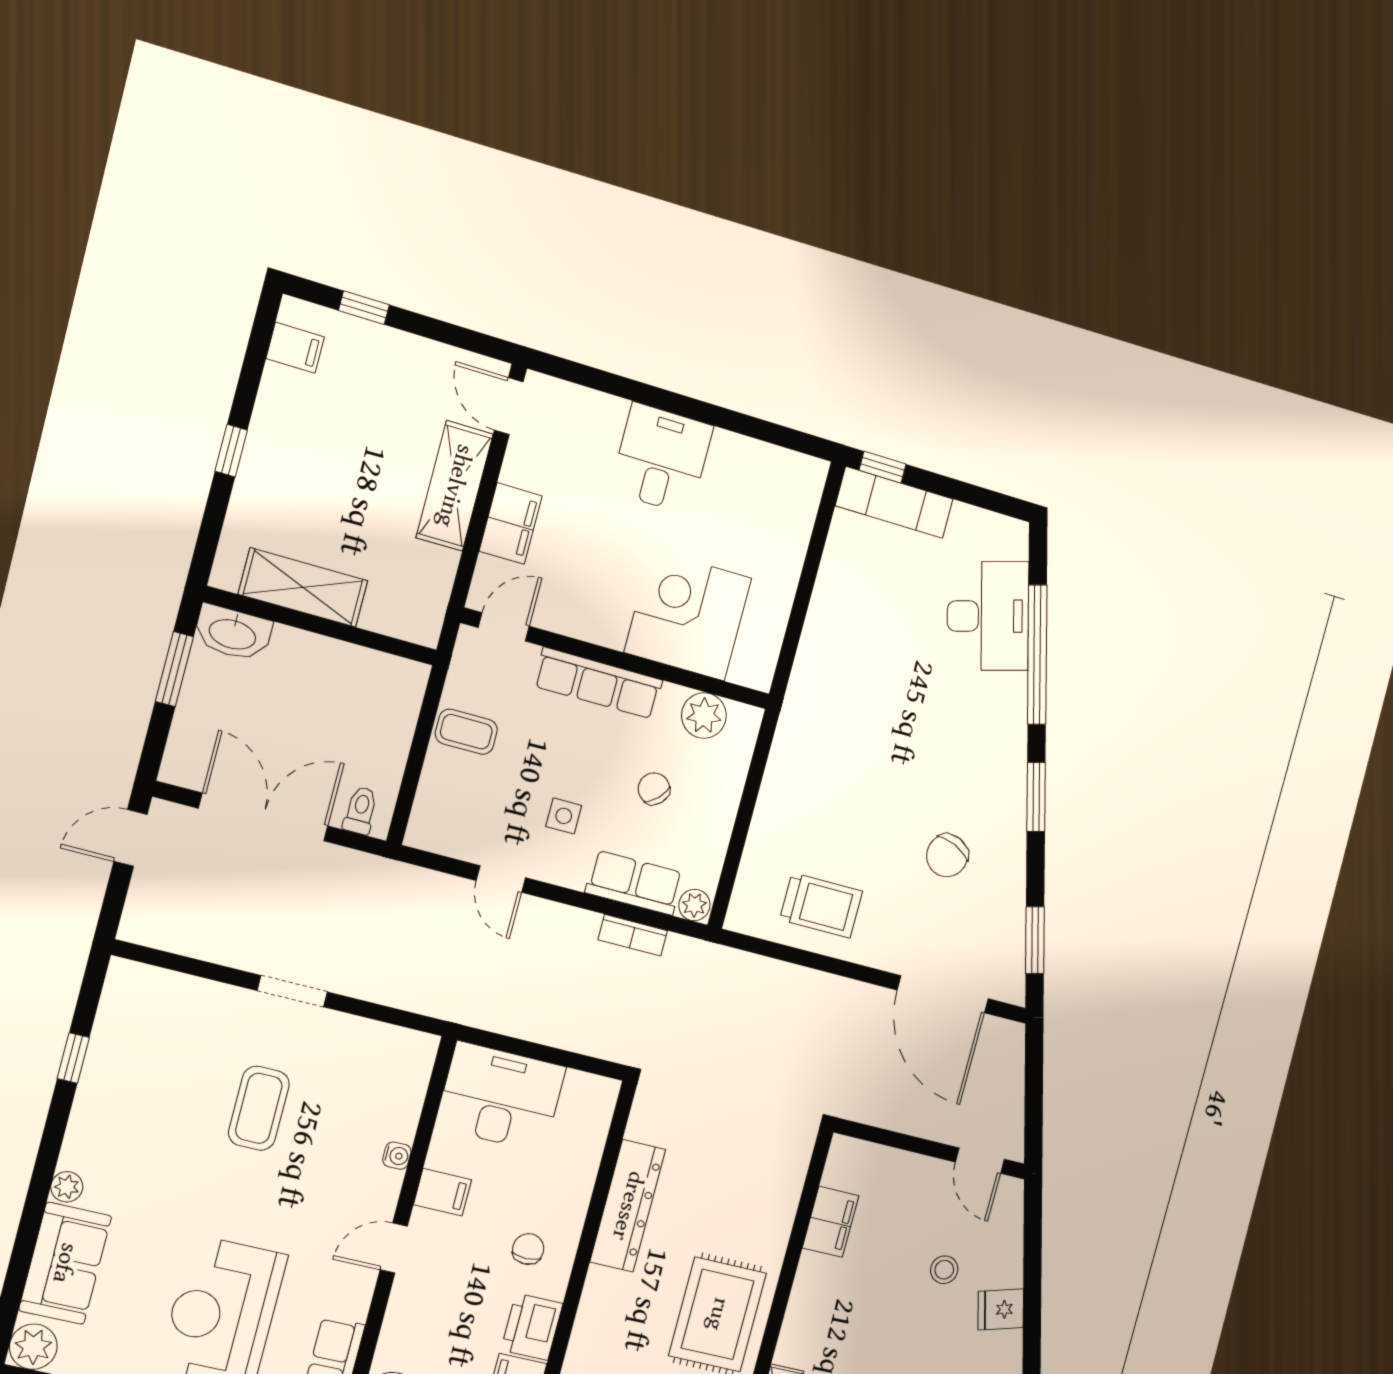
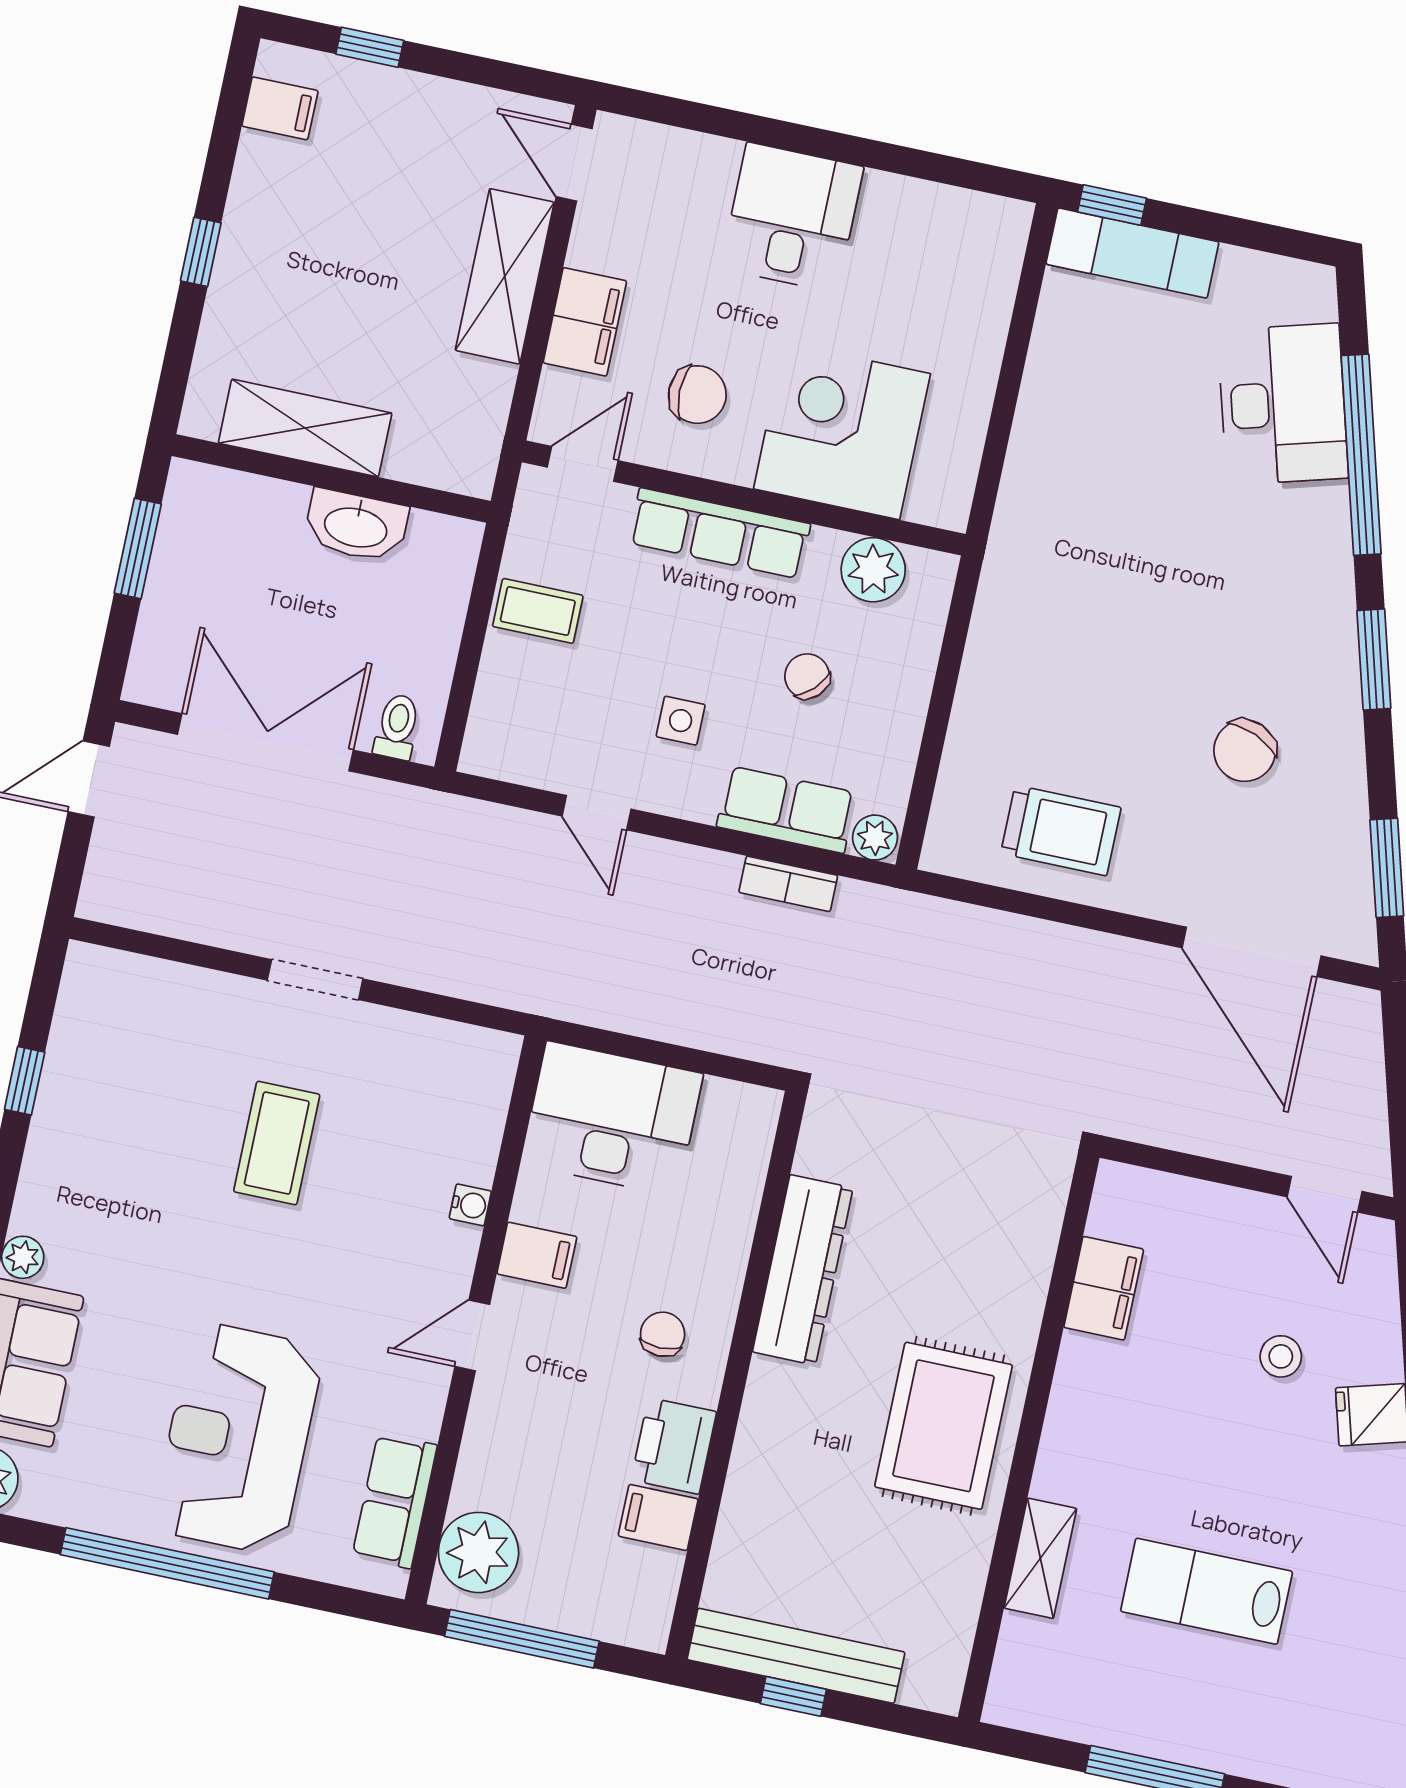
chair: (588, 582) -> (697, 395), added
washbasin: (233, 633) -> (356, 526), moved

